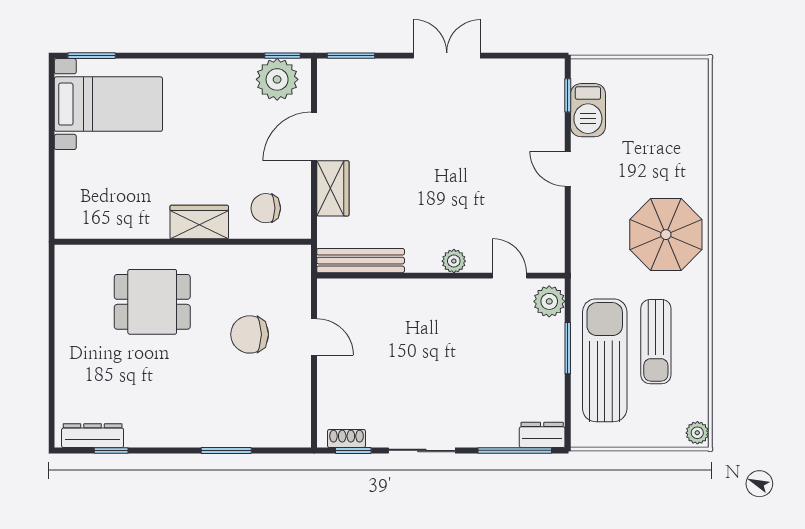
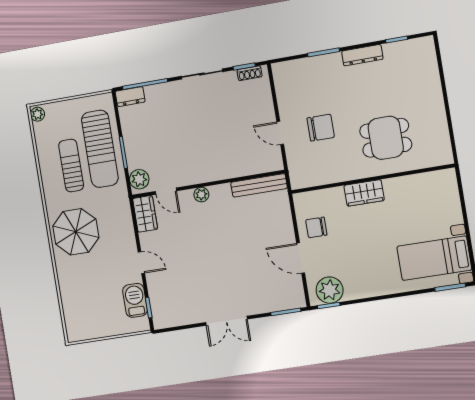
door: (314, 136) -> (301, 258), swing flipped
wardrobe: (333, 188) -> (145, 214), moved, turned 180
chair: (266, 208) -> (316, 227), moved, turned 180
dresser: (93, 436) -> (362, 55), moved

